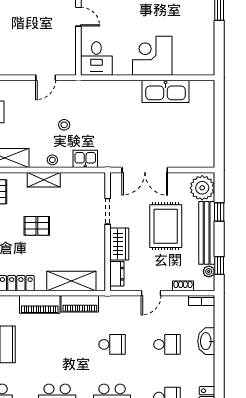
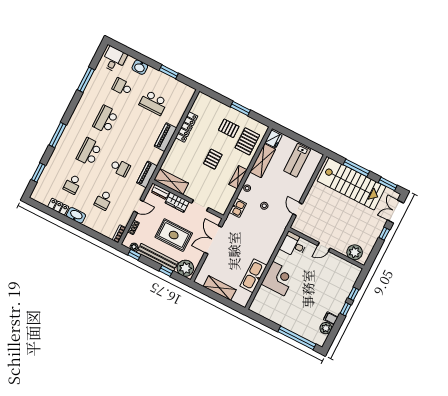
shelving: (205, 128) -> (220, 288), added
shelving: (71, 281) -> (171, 182), moved, turned 90
door: (151, 293) -> (139, 206), swing flipped
piano: (80, 304) -> (147, 174), moved
washbasin: (206, 341) -> (76, 215), moved
school desk: (112, 344) -> (120, 168), turned -90

